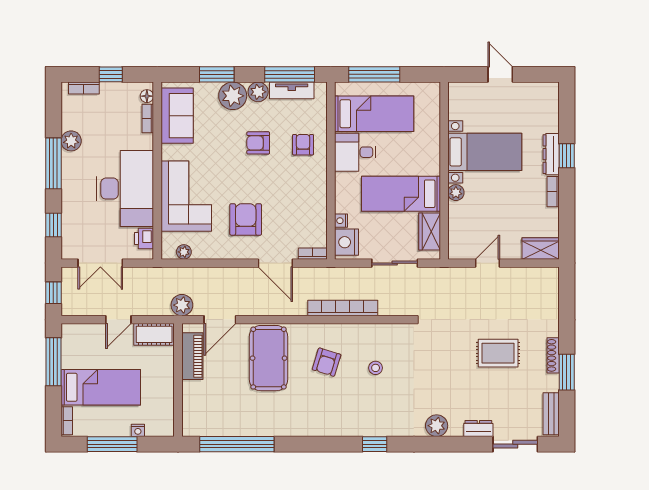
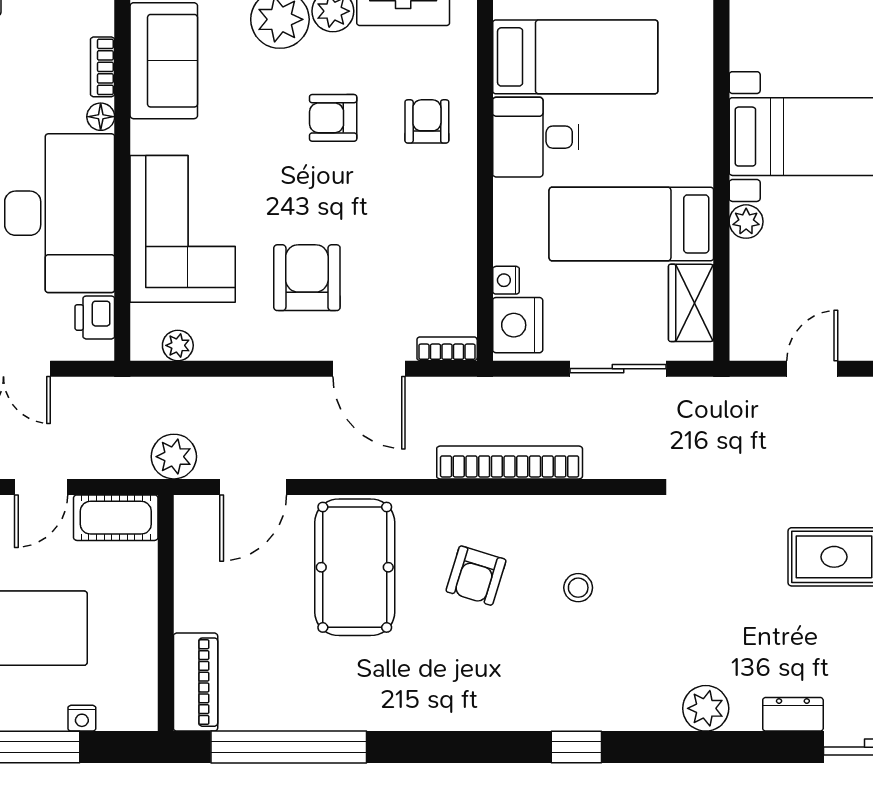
floor lamp: (147, 96) -> (101, 117), moved
piano: (192, 356) -> (196, 682), moved

